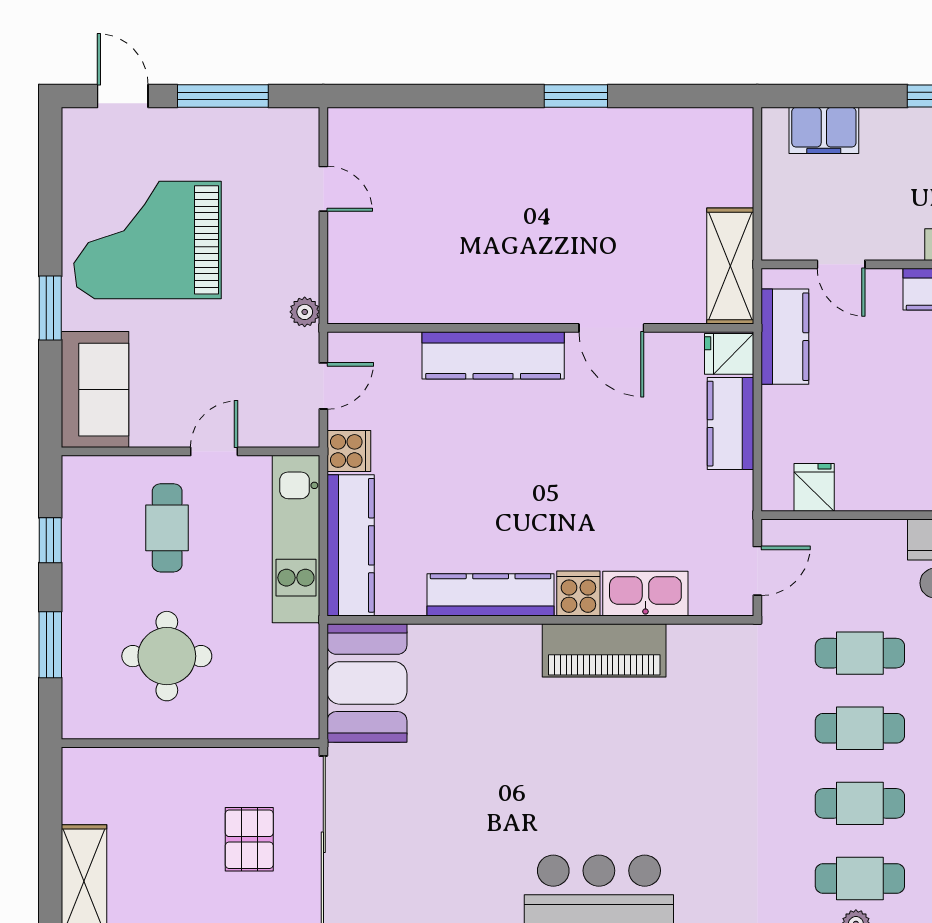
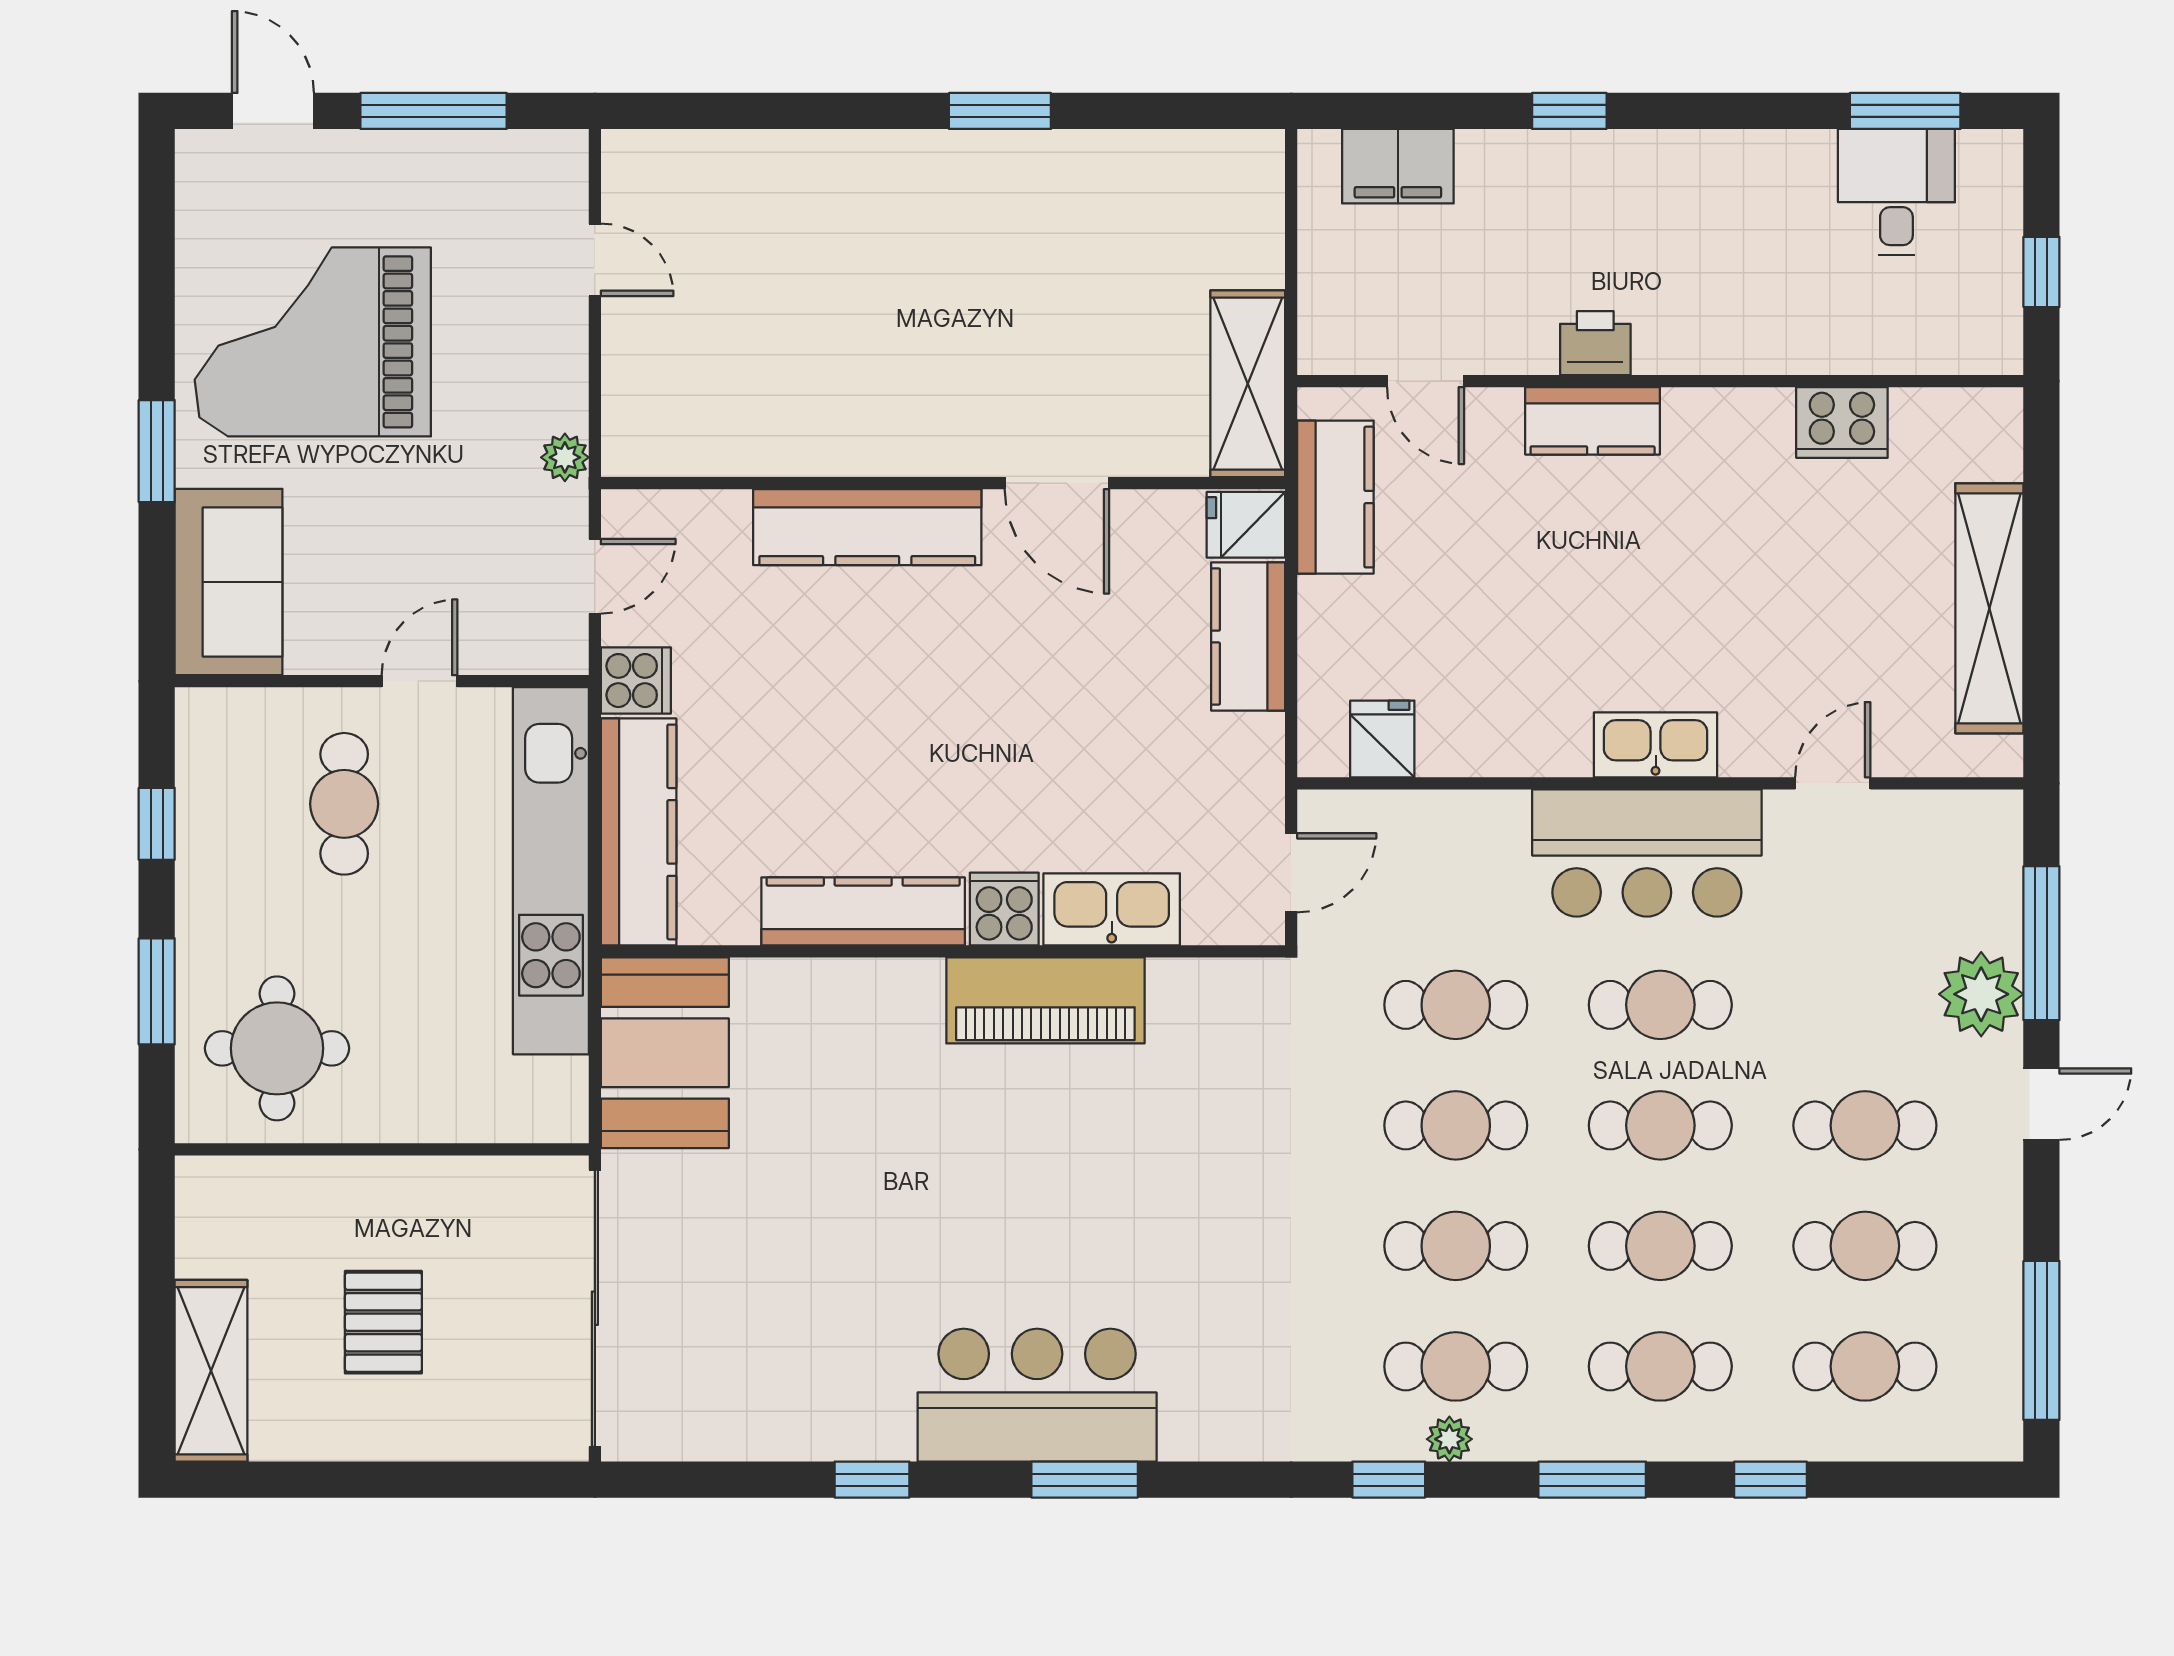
kitchen unit: (296, 539) -> (551, 871), width x1.36
round table: (167, 656) -> (277, 1048), moved
pallet: (249, 839) -> (383, 1322), moved

